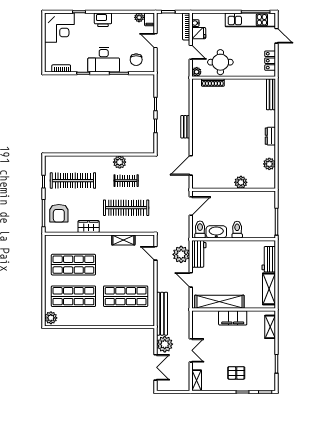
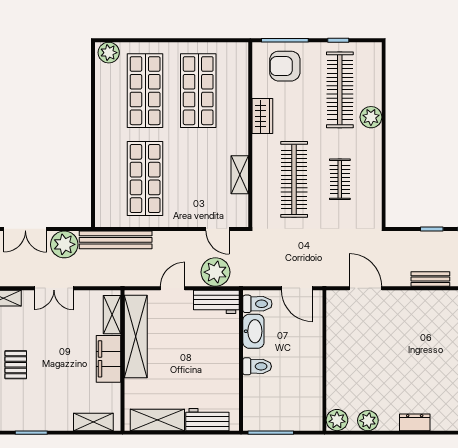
plant: (120, 162) -> (371, 117), moved
plant: (241, 182) -> (337, 420), moved
door: (156, 253) -> (218, 229), swing flipped
shelving: (206, 316) -> (112, 315), added

